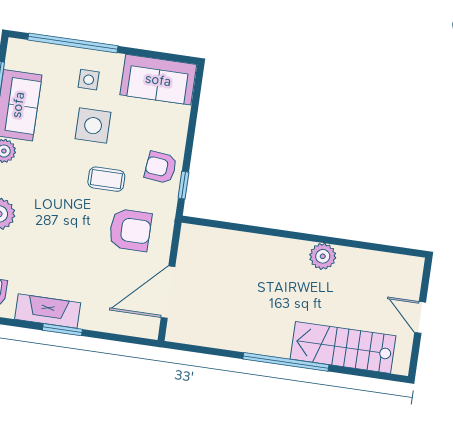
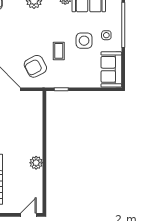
armchair: (161, 167) -> (68, 77), removed
armchair: (130, 230) -> (35, 66), turned 62
door: (420, 317) -> (28, 215), moved

